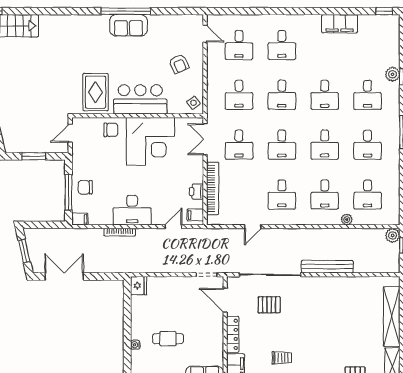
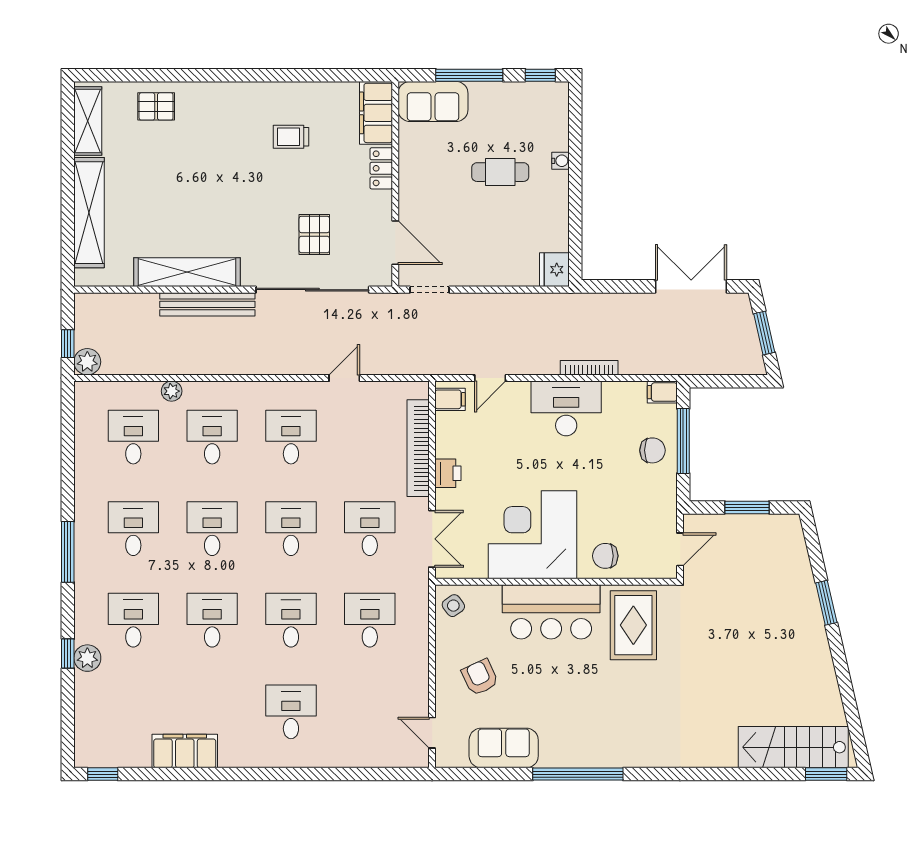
sofa: (128, 25) -> (504, 748), moved
desk: (239, 45) -> (370, 712), removed
printer: (196, 192) -> (448, 473), moved
double door: (64, 276) -> (691, 286), swing flipped
shelving: (338, 284) -> (187, 272), added
pallet: (269, 305) -> (314, 234), turned 90
locker: (233, 334) -> (381, 168), width x0.66

